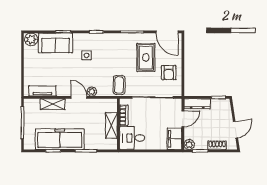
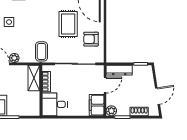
armchair: (169, 73) -> (91, 39), turned 90
shelving: (111, 126) -> (34, 78), moved

